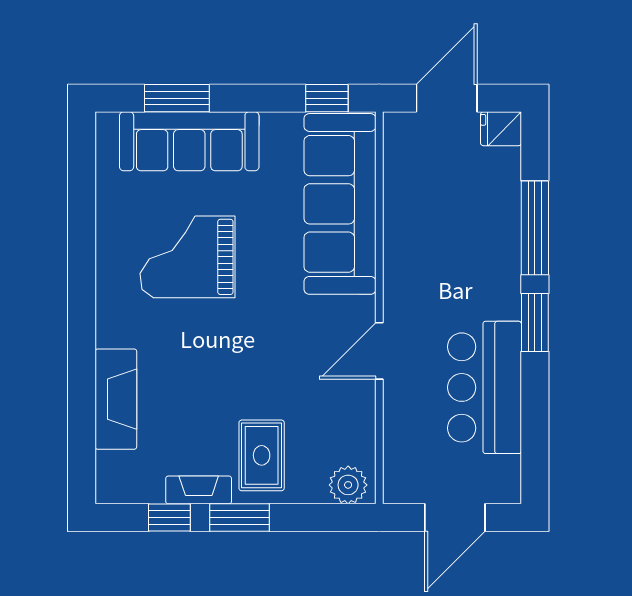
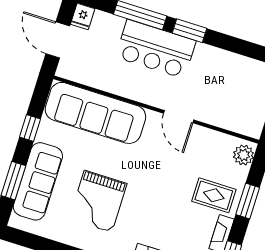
window: (327, 98) -> (30, 128), moved
bar counter: (485, 387) -> (156, 49), moved
window: (239, 517) -> (248, 201), moved

